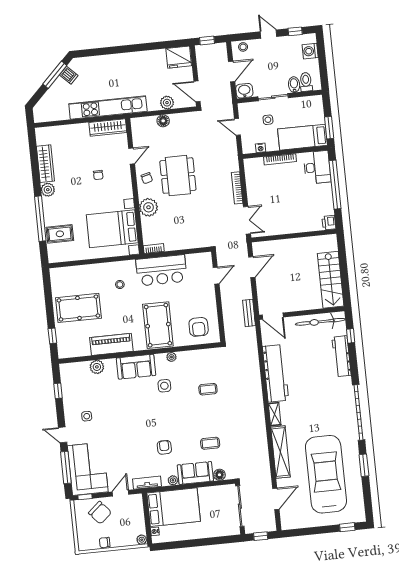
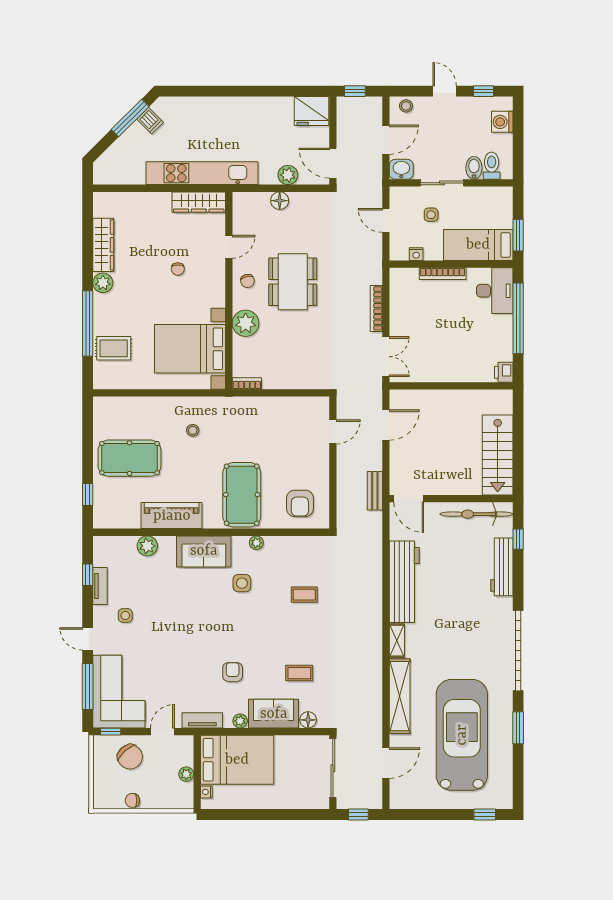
bar counter: (161, 270) -> (255, 416), removed
tv unit: (67, 398) -> (100, 586), added
plant: (142, 540) -> (186, 774), moved

